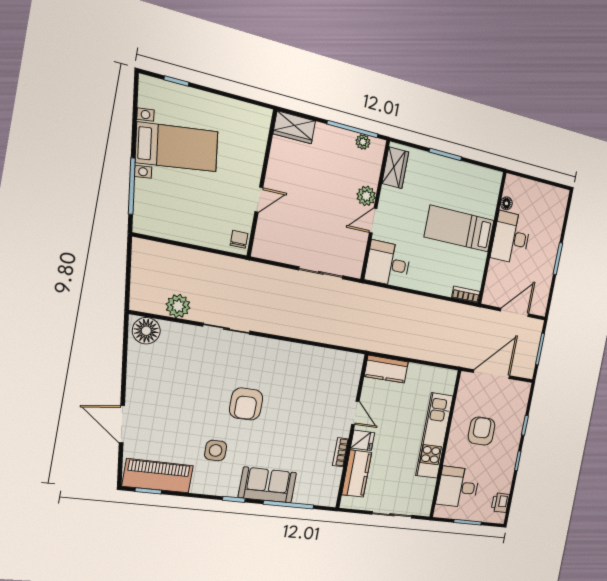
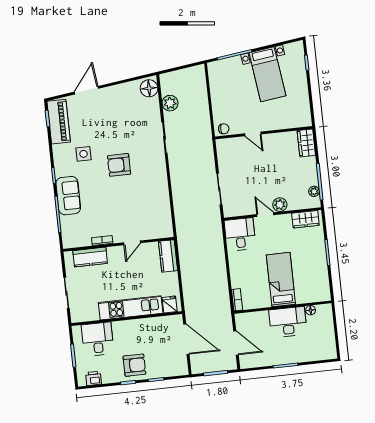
armchair: (482, 431) -> (134, 365), moved
fridge: (363, 440) -> (170, 304), moved, turned 180

